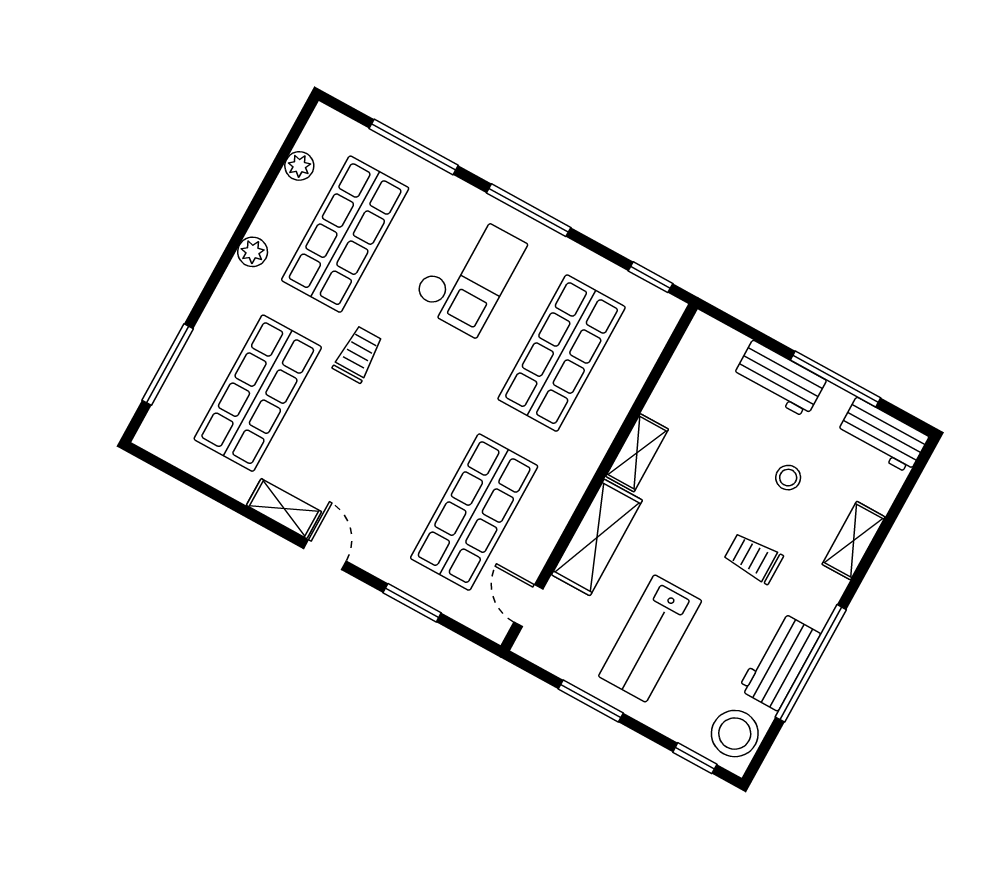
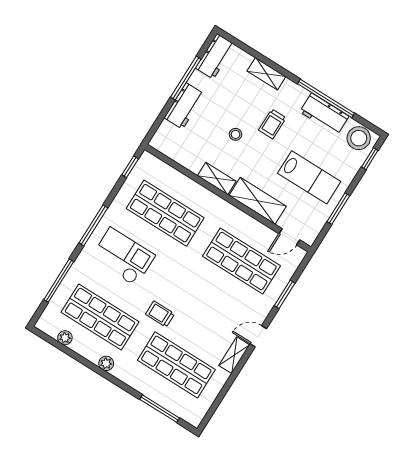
stool: (788, 478) -> (236, 134), moved

